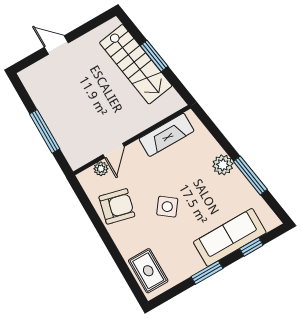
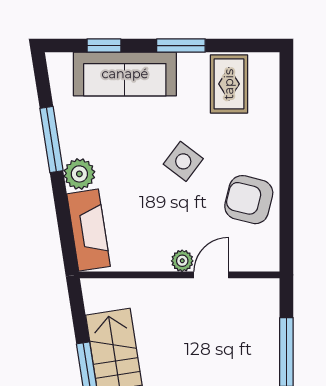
fireplace: (167, 135) -> (89, 230), moved, turned 81
plant: (101, 169) -> (182, 261), moved
rug: (148, 271) -> (229, 84), moved

